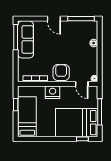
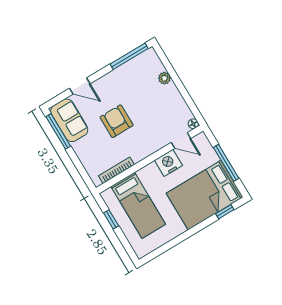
door: (54, 19) -> (80, 86), moved
sofa: (26, 39) -> (69, 120), width x0.73
armchair: (61, 73) -> (116, 121), moved
nightstand: (53, 92) -> (168, 163), moved
bed: (27, 117) -> (138, 205), moved, turned 180

